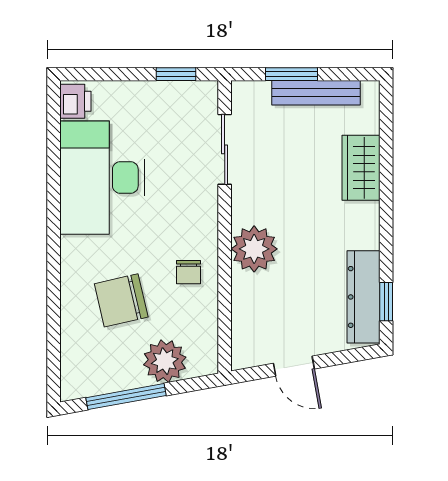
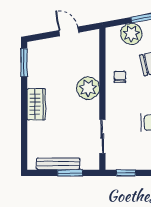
wardrobe: (361, 168) -> (36, 104), moved
dresser: (364, 297) -> (35, 65), removed
window: (386, 302) -> (24, 63), width x1.50

